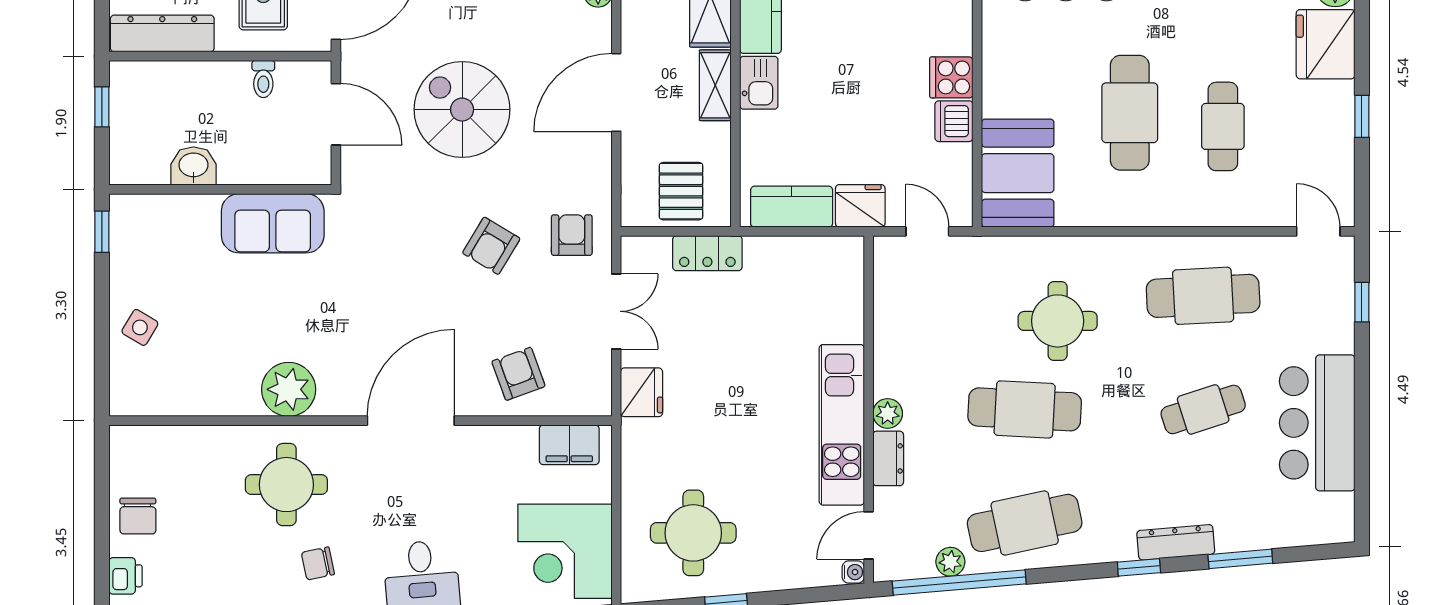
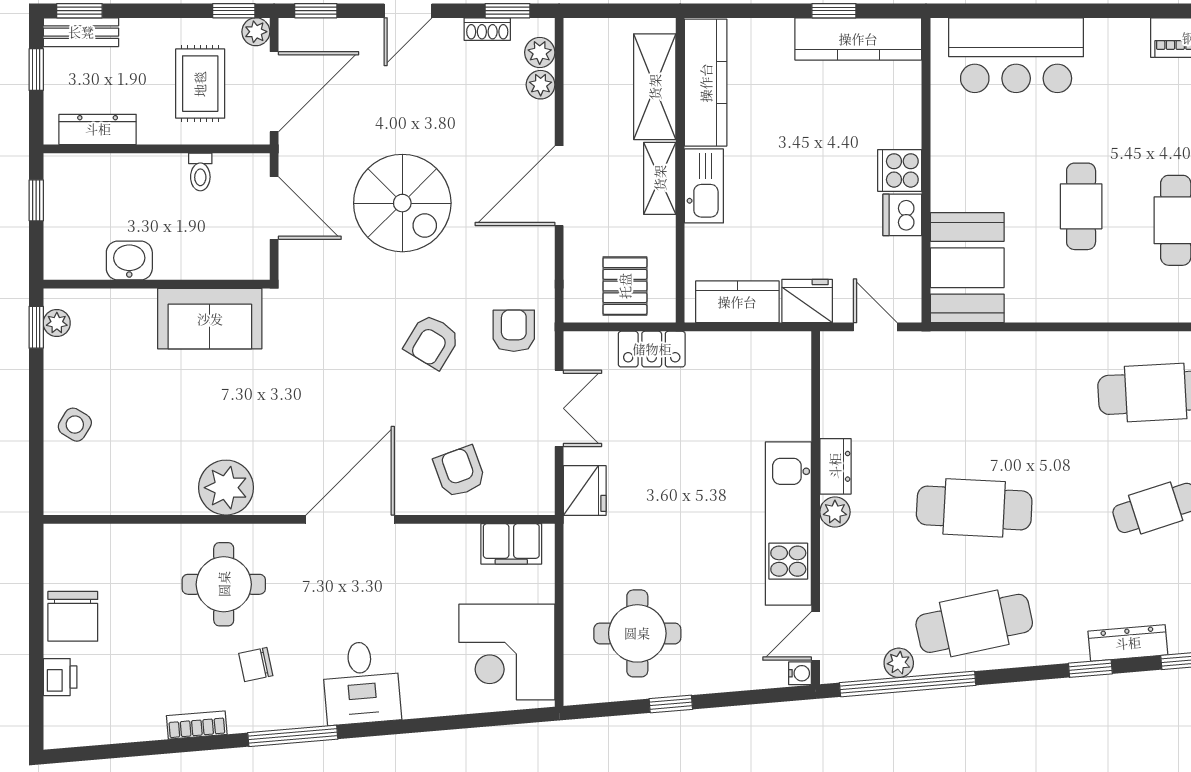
dresser: (162, 34) -> (98, 129), width x0.73, depth x0.80
kitchen sink: (759, 83) -> (704, 186), width x1.38
spiral stairs: (462, 110) -> (402, 203), turned 180
cafe table: (1130, 113) -> (1081, 206), width x0.73, depth x0.74
plant: (122, 228) -> (57, 323), added
round table: (1058, 321) -> (1008, 418), removed
dresser: (888, 458) -> (835, 466), moved
chair: (138, 516) -> (73, 616), width x1.37, depth x1.37

